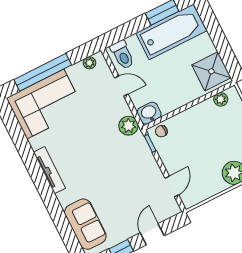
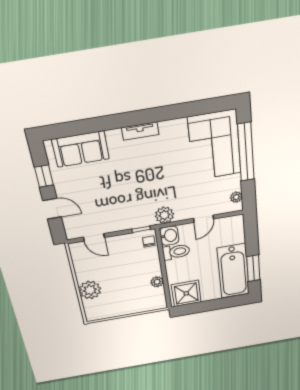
toilet: (122, 55) -> (176, 252), moved, turned 180
plant: (221, 99) -> (157, 282), moved
tv unit: (50, 170) -> (140, 131), width x0.71

